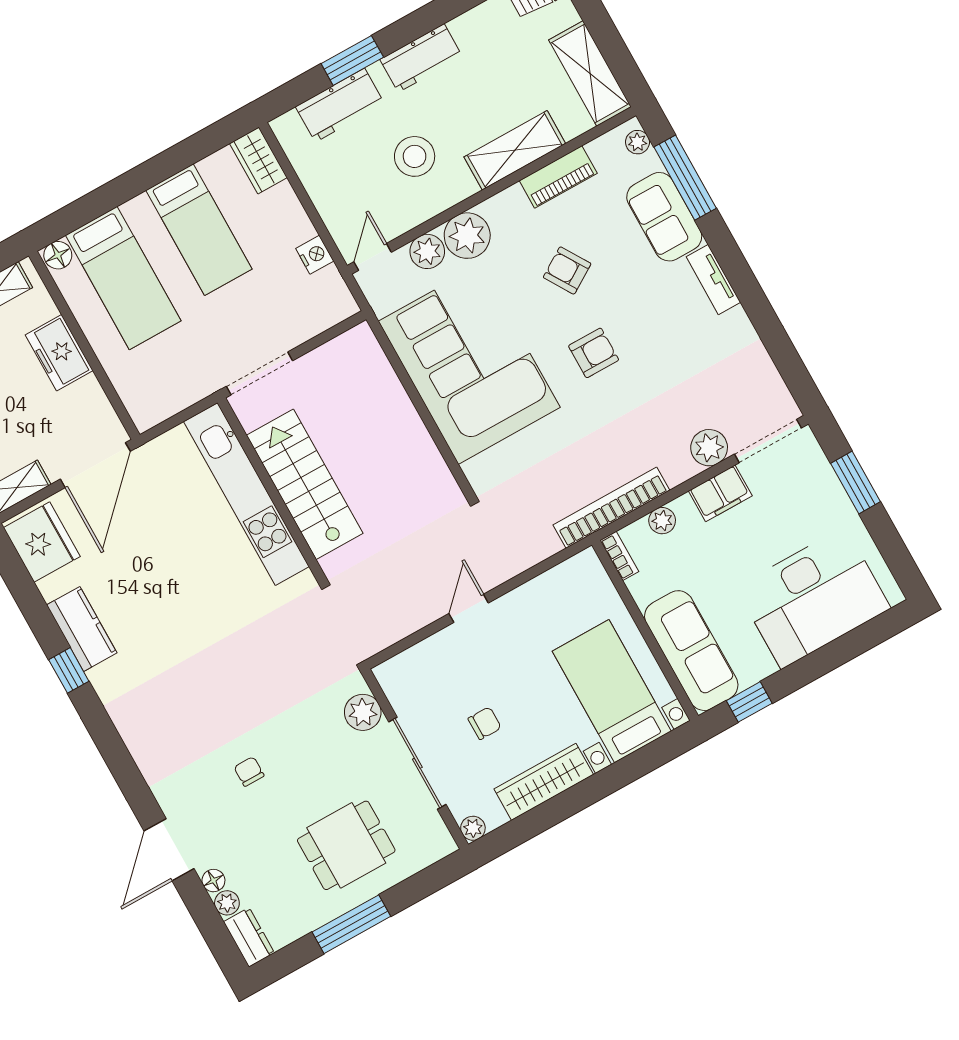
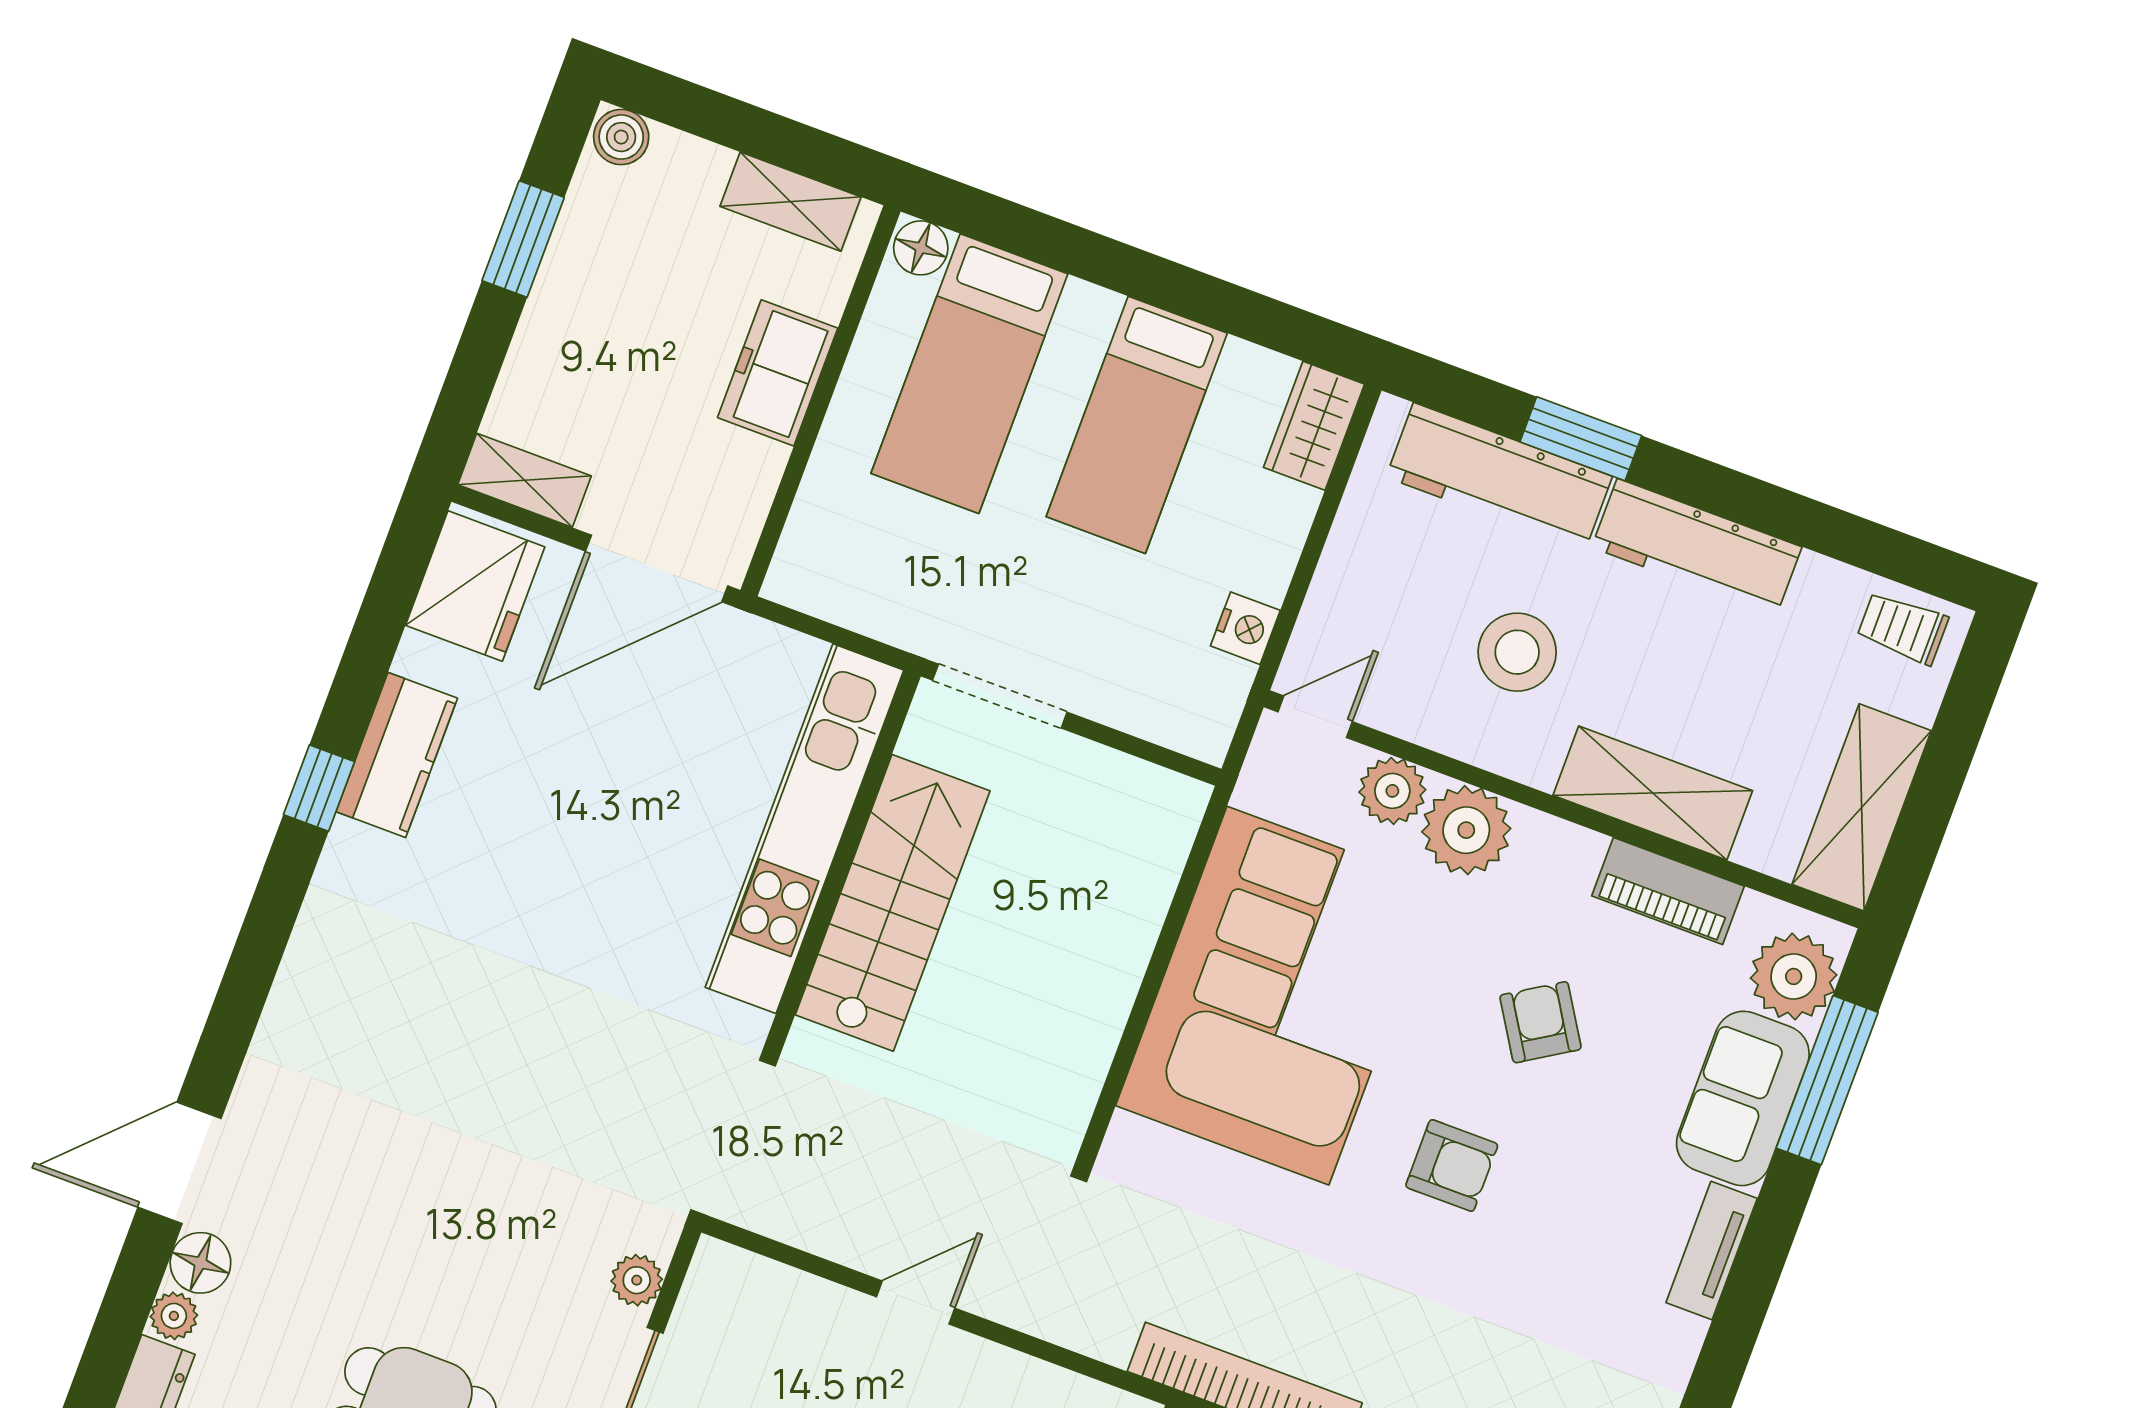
workbench: (421, 58) -> (1697, 547), width x1.38
workbench: (340, 105) -> (1499, 477), width x1.37
plant: (637, 142) -> (1794, 976), width x1.88, depth x1.88
plant: (363, 712) -> (637, 1280), width x0.73, depth x0.73
chair: (249, 771) -> (396, 1183), removed
floor lamp: (213, 881) -> (200, 1263), width x1.37, depth x1.37

